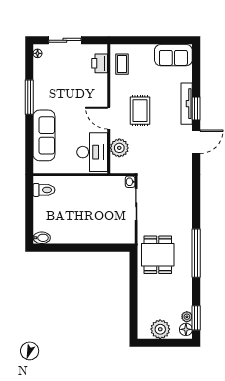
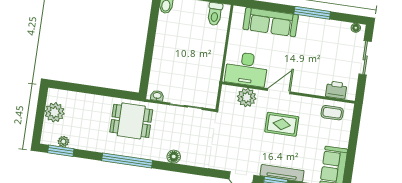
washbasin: (130, 182) -> (157, 96), moved
floor lamp: (186, 329) -> (174, 157), moved

